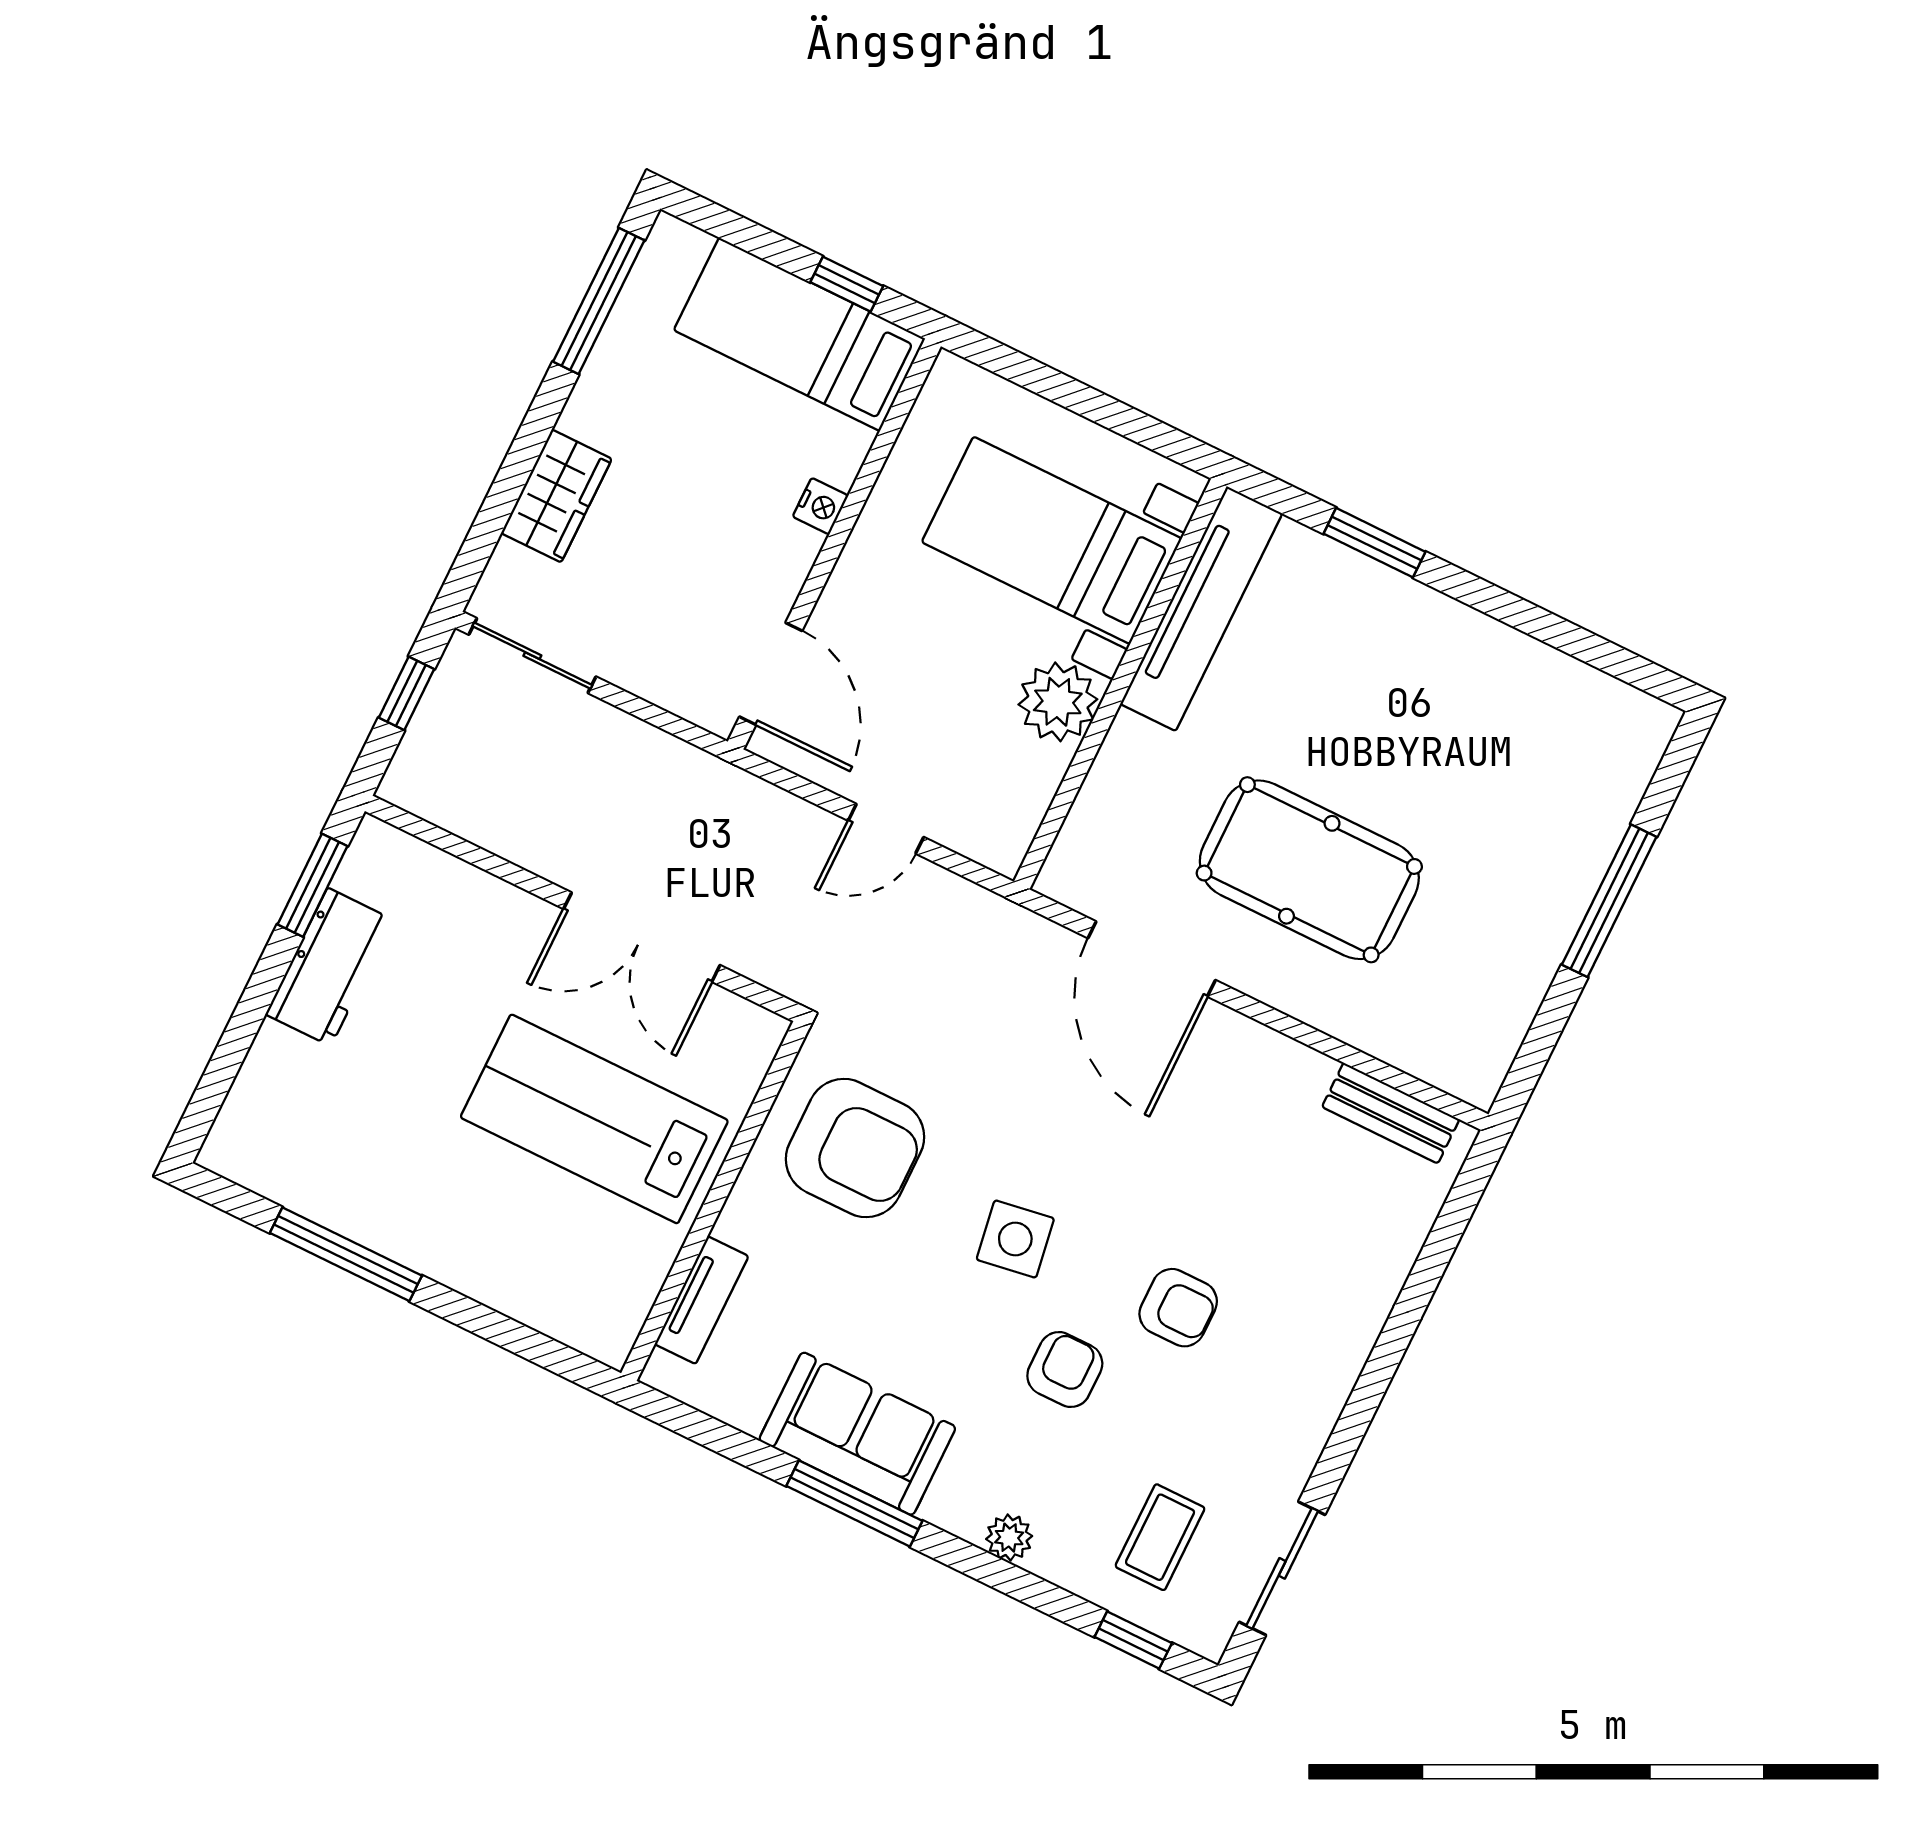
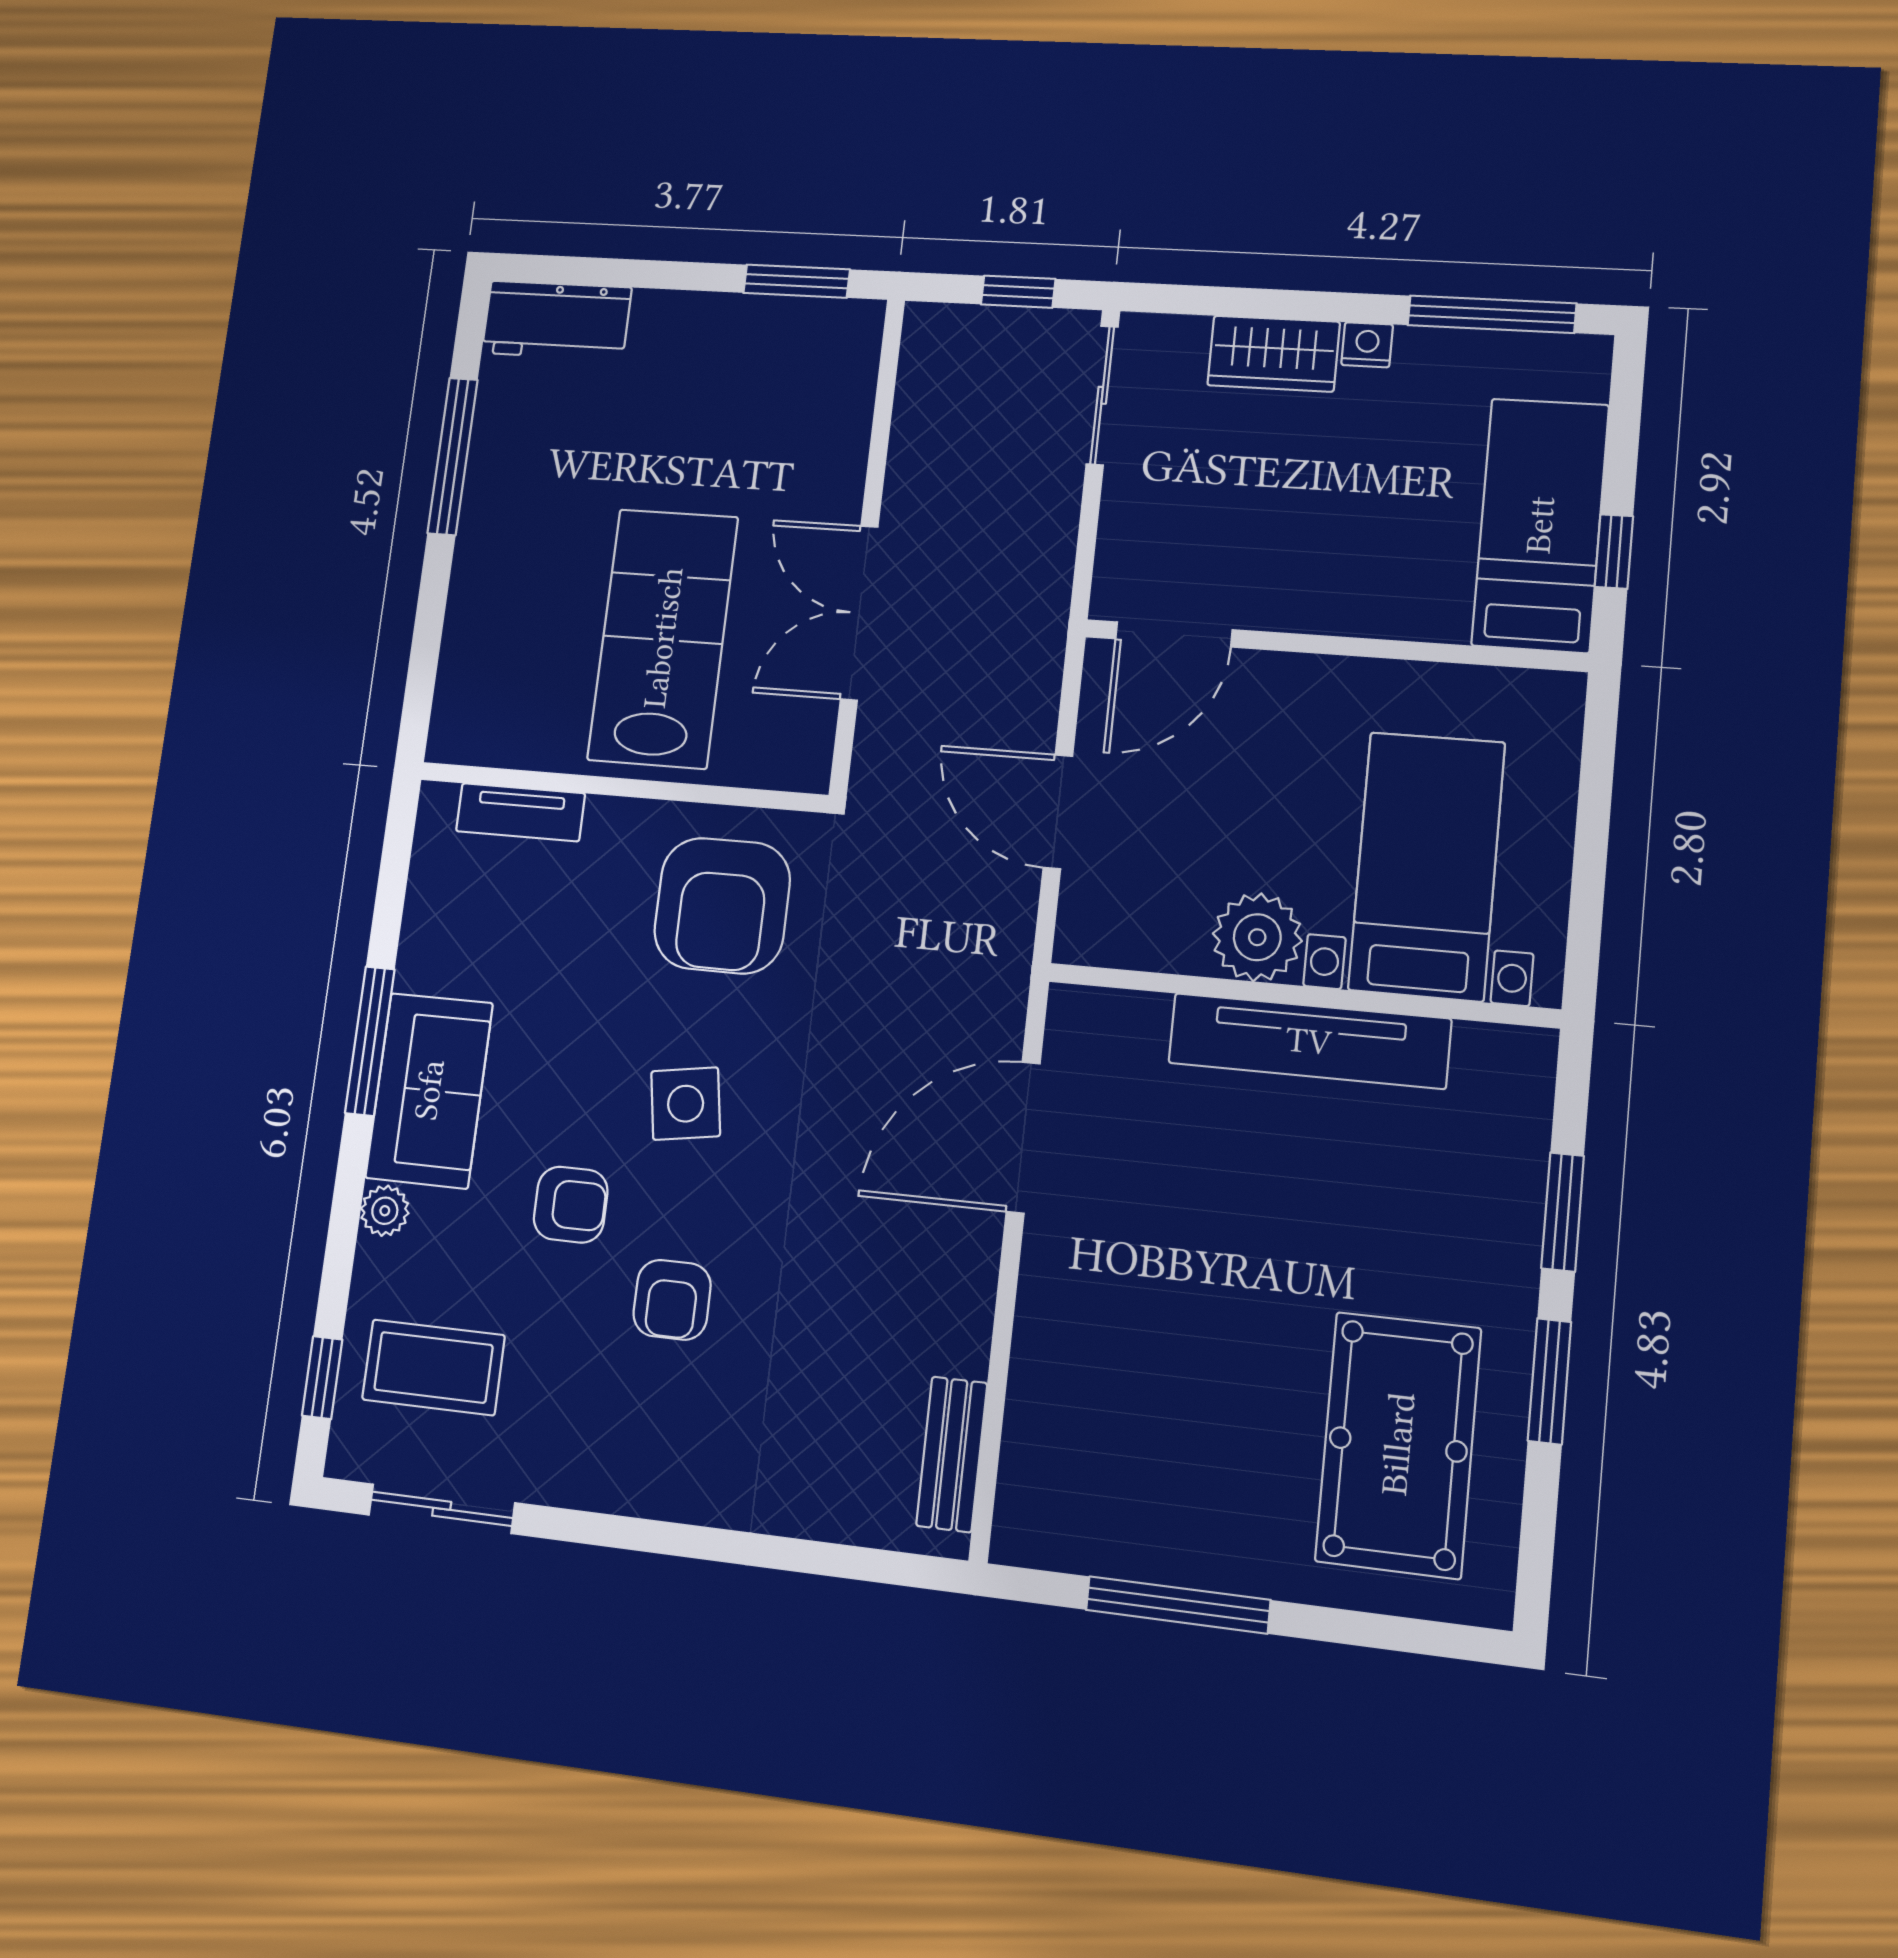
nightstand: (820, 506) -> (1367, 345), moved, turned 180
window: (1504, 606) -> (1549, 1381), added
tv unit: (1201, 609) -> (1309, 1041), moved
door: (886, 829) -> (1058, 812), width x1.38
pool table: (1309, 870) -> (1398, 1444), moved
window: (1609, 901) -> (1178, 1605), moved
workbench: (329, 967) -> (557, 320), moved
sofa: (857, 1434) -> (429, 1090), moved
coffee table: (1160, 1537) -> (433, 1367), width x1.36, depth x1.30

